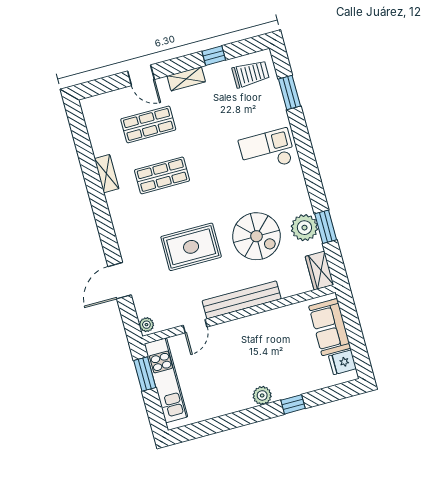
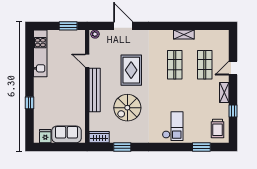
plant: (304, 228) -> (125, 135), removed
kitchen unit: (166, 380) -> (40, 53), moved, turned -90
plant: (262, 395) -> (39, 87), removed

